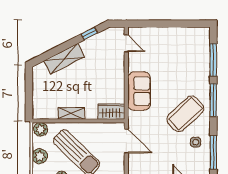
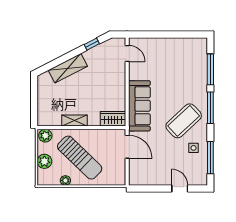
sofa: (139, 91) -> (139, 106), width x1.36

